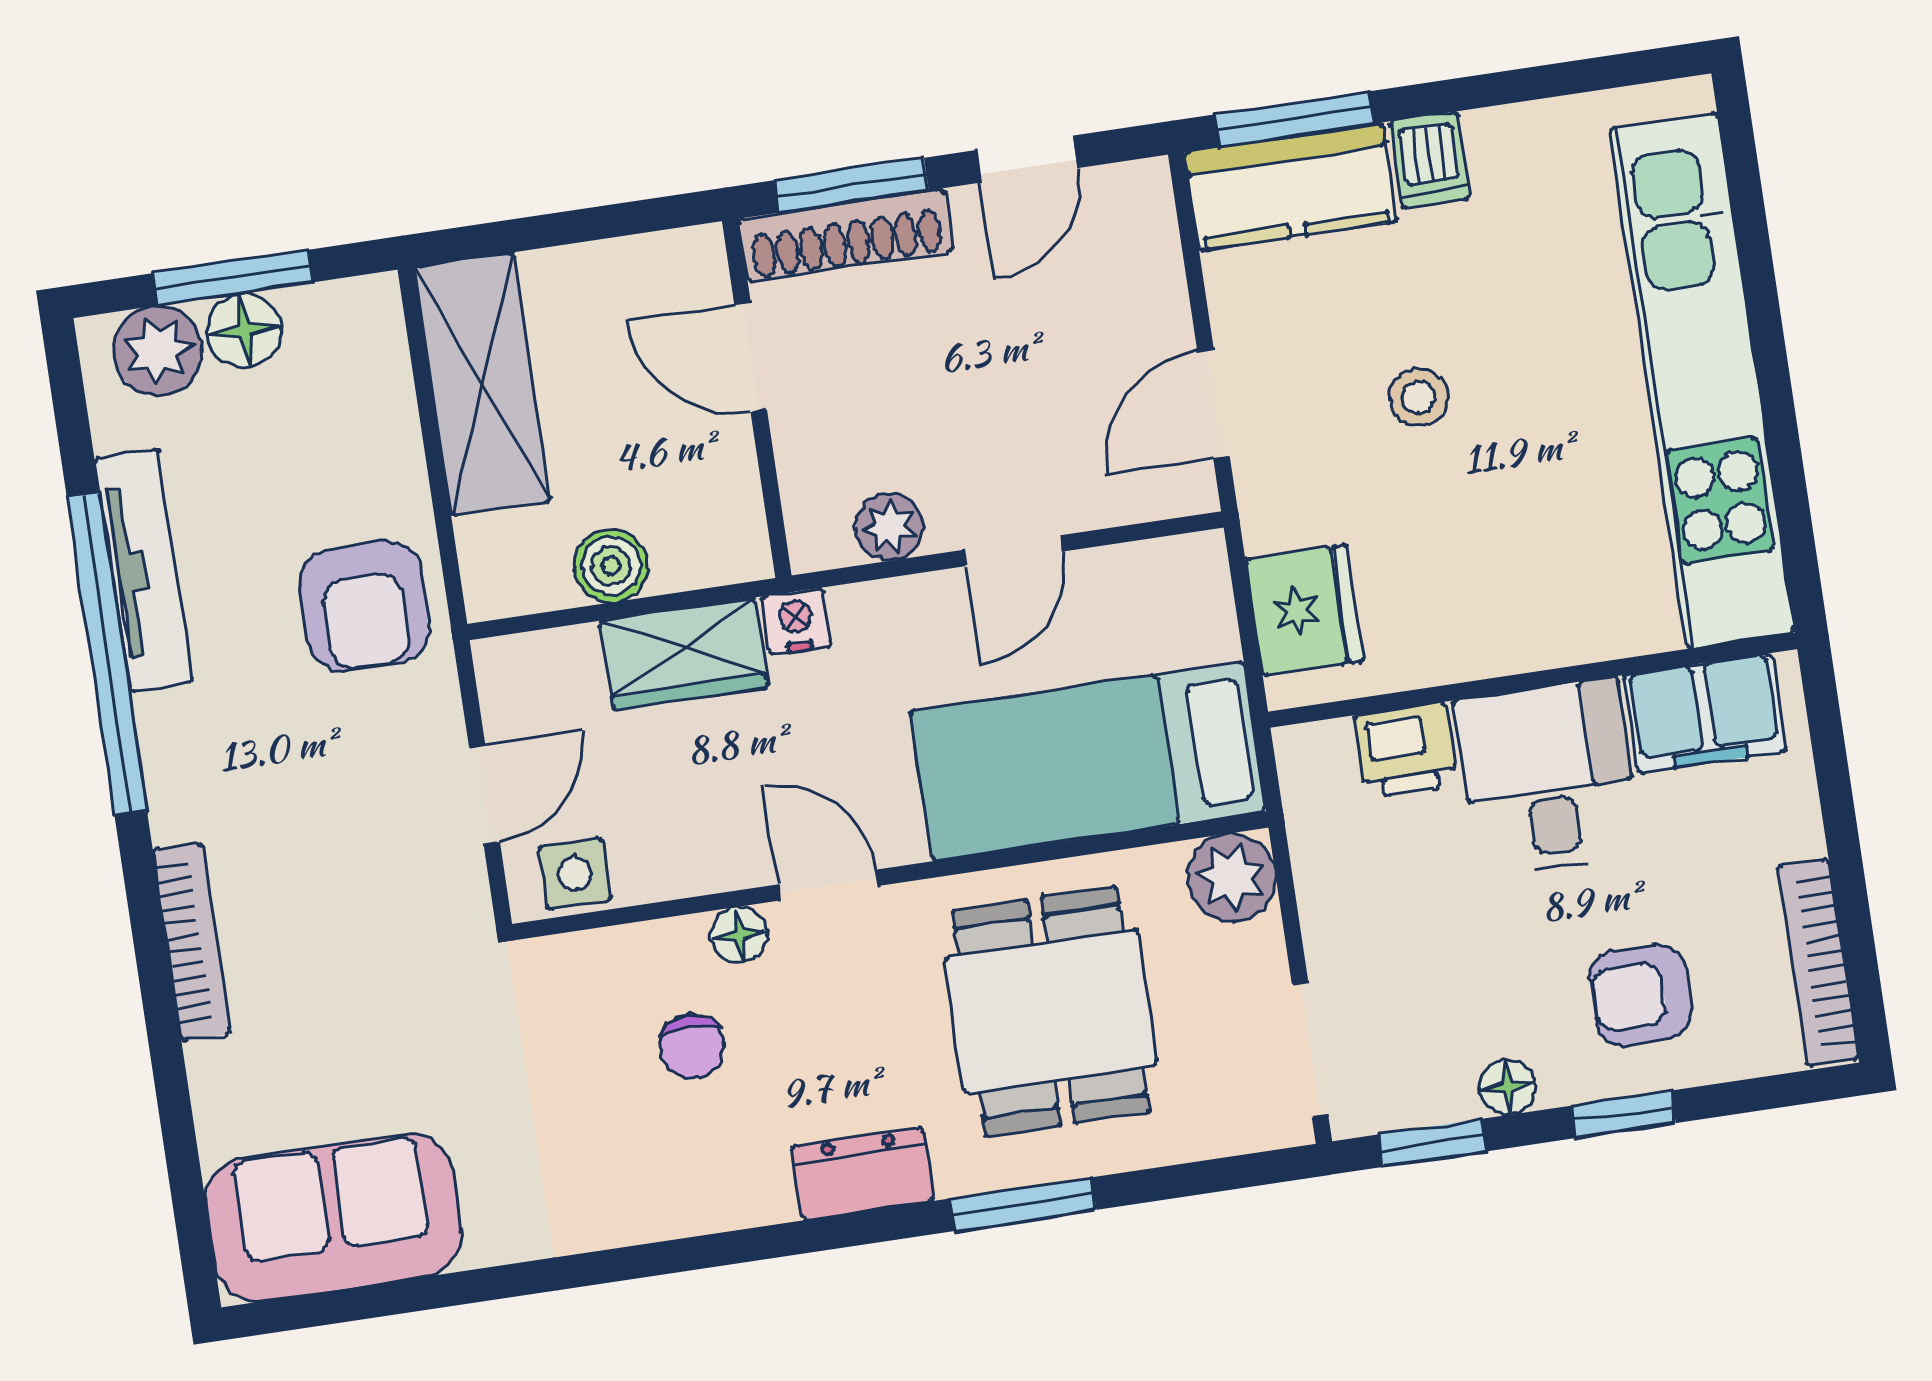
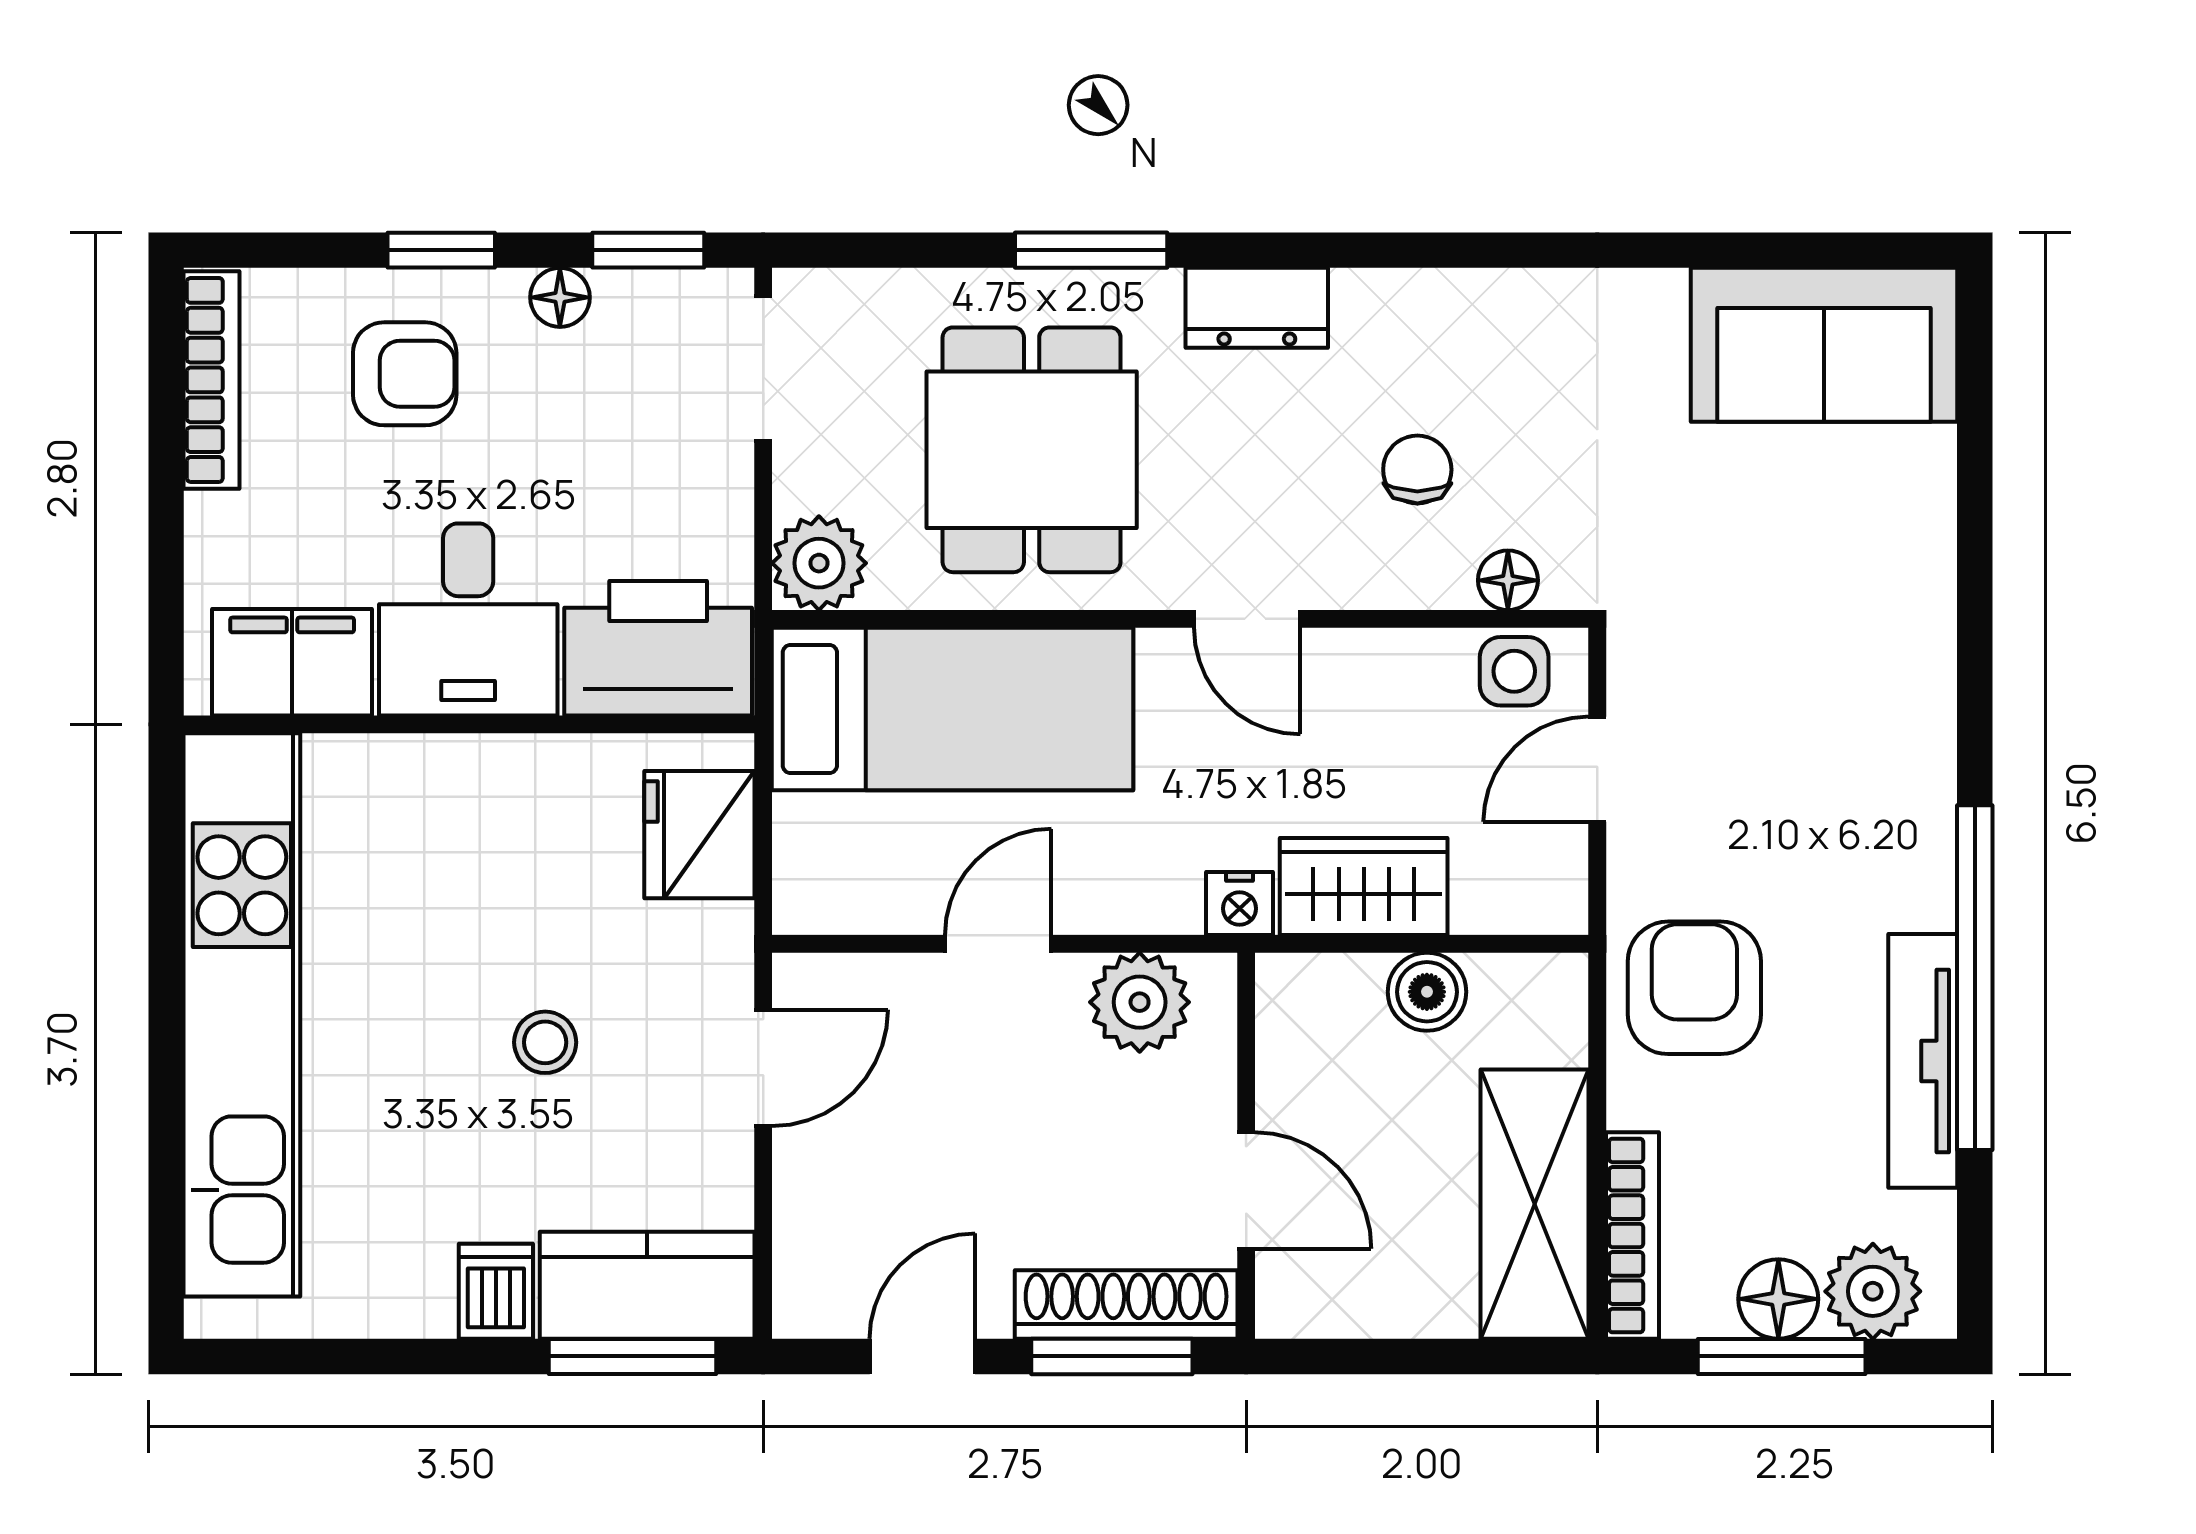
plant: (889, 527) -> (1140, 1002), width x1.38, depth x1.38
printer: (1406, 751) -> (658, 648), width x1.87, depth x1.48
floor lamp: (739, 935) -> (1508, 580), moved
bookcase: (192, 942) -> (1632, 1236), moved, turned 180

